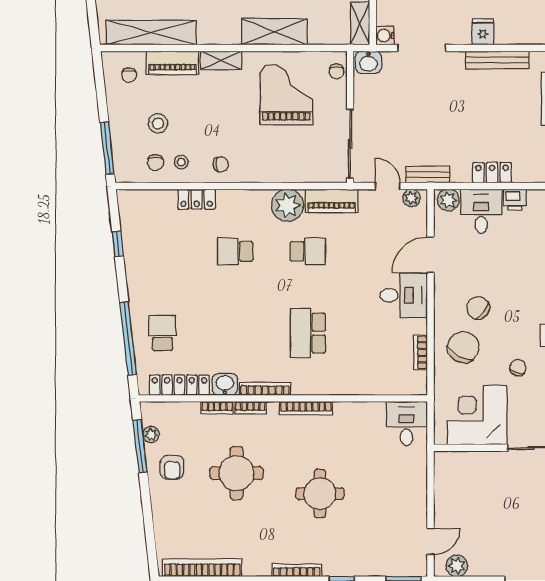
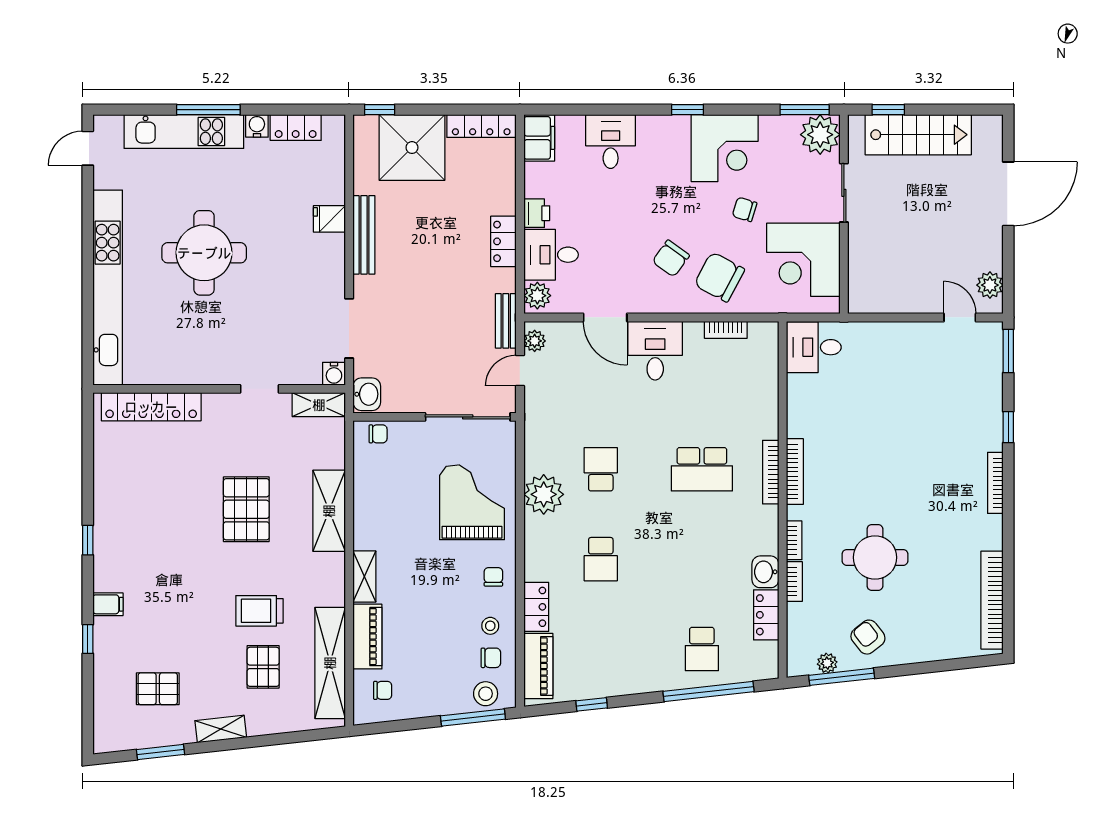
fridge: (483, 32) -> (329, 219), moved
grand piano: (286, 94) -> (472, 502), moved, turned 90
stool: (158, 123) -> (486, 694), moved
piano: (332, 201) -> (538, 666), moved
school desk: (162, 333) -> (702, 649), turned -90
locker: (179, 385) -> (766, 615), width x0.66
bookcase: (265, 389) -> (771, 472), moved
armchair: (172, 467) -> (868, 637), turned -128
round table: (320, 494) -> (900, 454), removed

